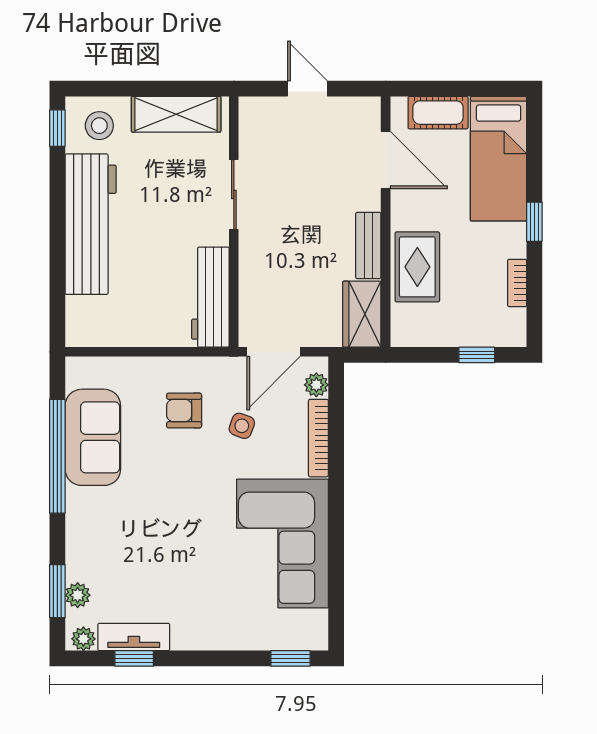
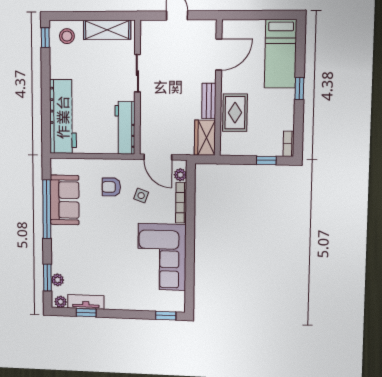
cot: (438, 113) -> (248, 28), removed
door: (386, 160) -> (219, 55), hinge flipped
workbench: (91, 224) -> (63, 117), moved
bookcase: (517, 283) -> (289, 144), moved
door: (273, 352) -> (158, 157), hinge flipped

